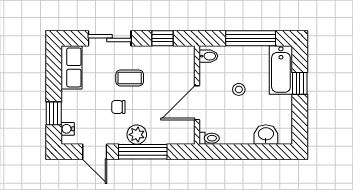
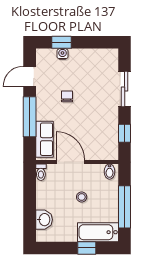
row of seats: (71, 67) -> (44, 139), moved, turned -90
coffee table: (130, 78) -> (91, 106), removed
water cooler: (68, 129) -> (63, 54), moved
plant: (137, 135) -> (44, 112), removed

